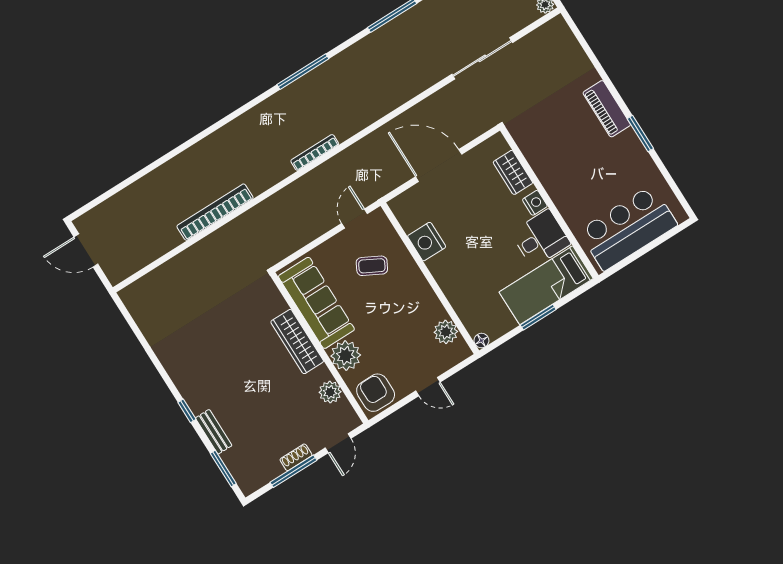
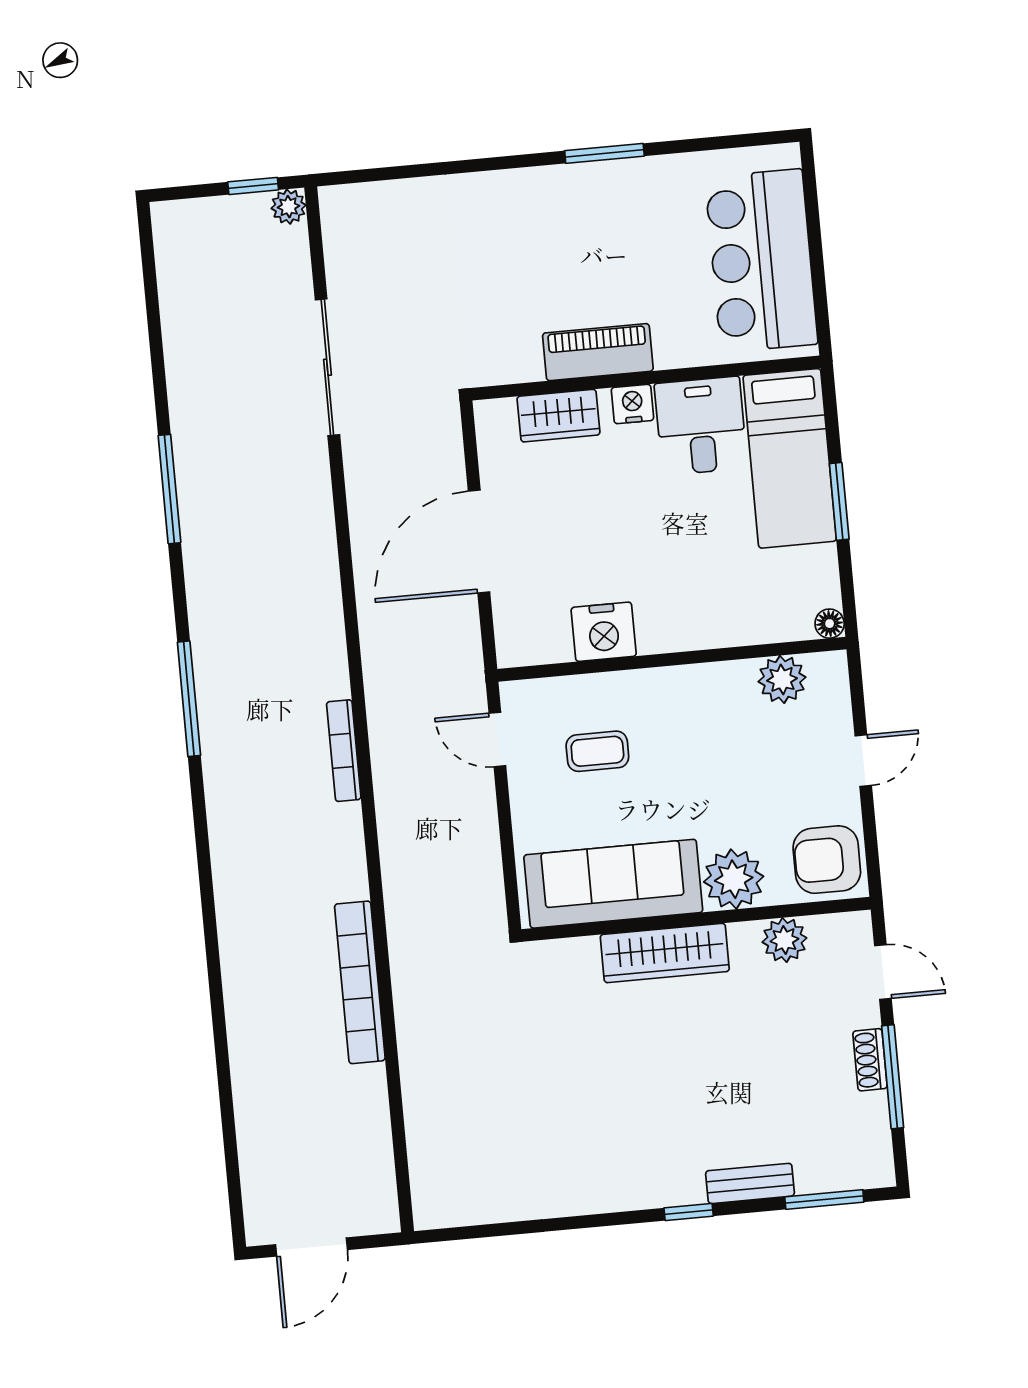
piano: (607, 109) -> (598, 352), moved, turned 180
coffee table: (372, 266) -> (597, 751), turned 62

